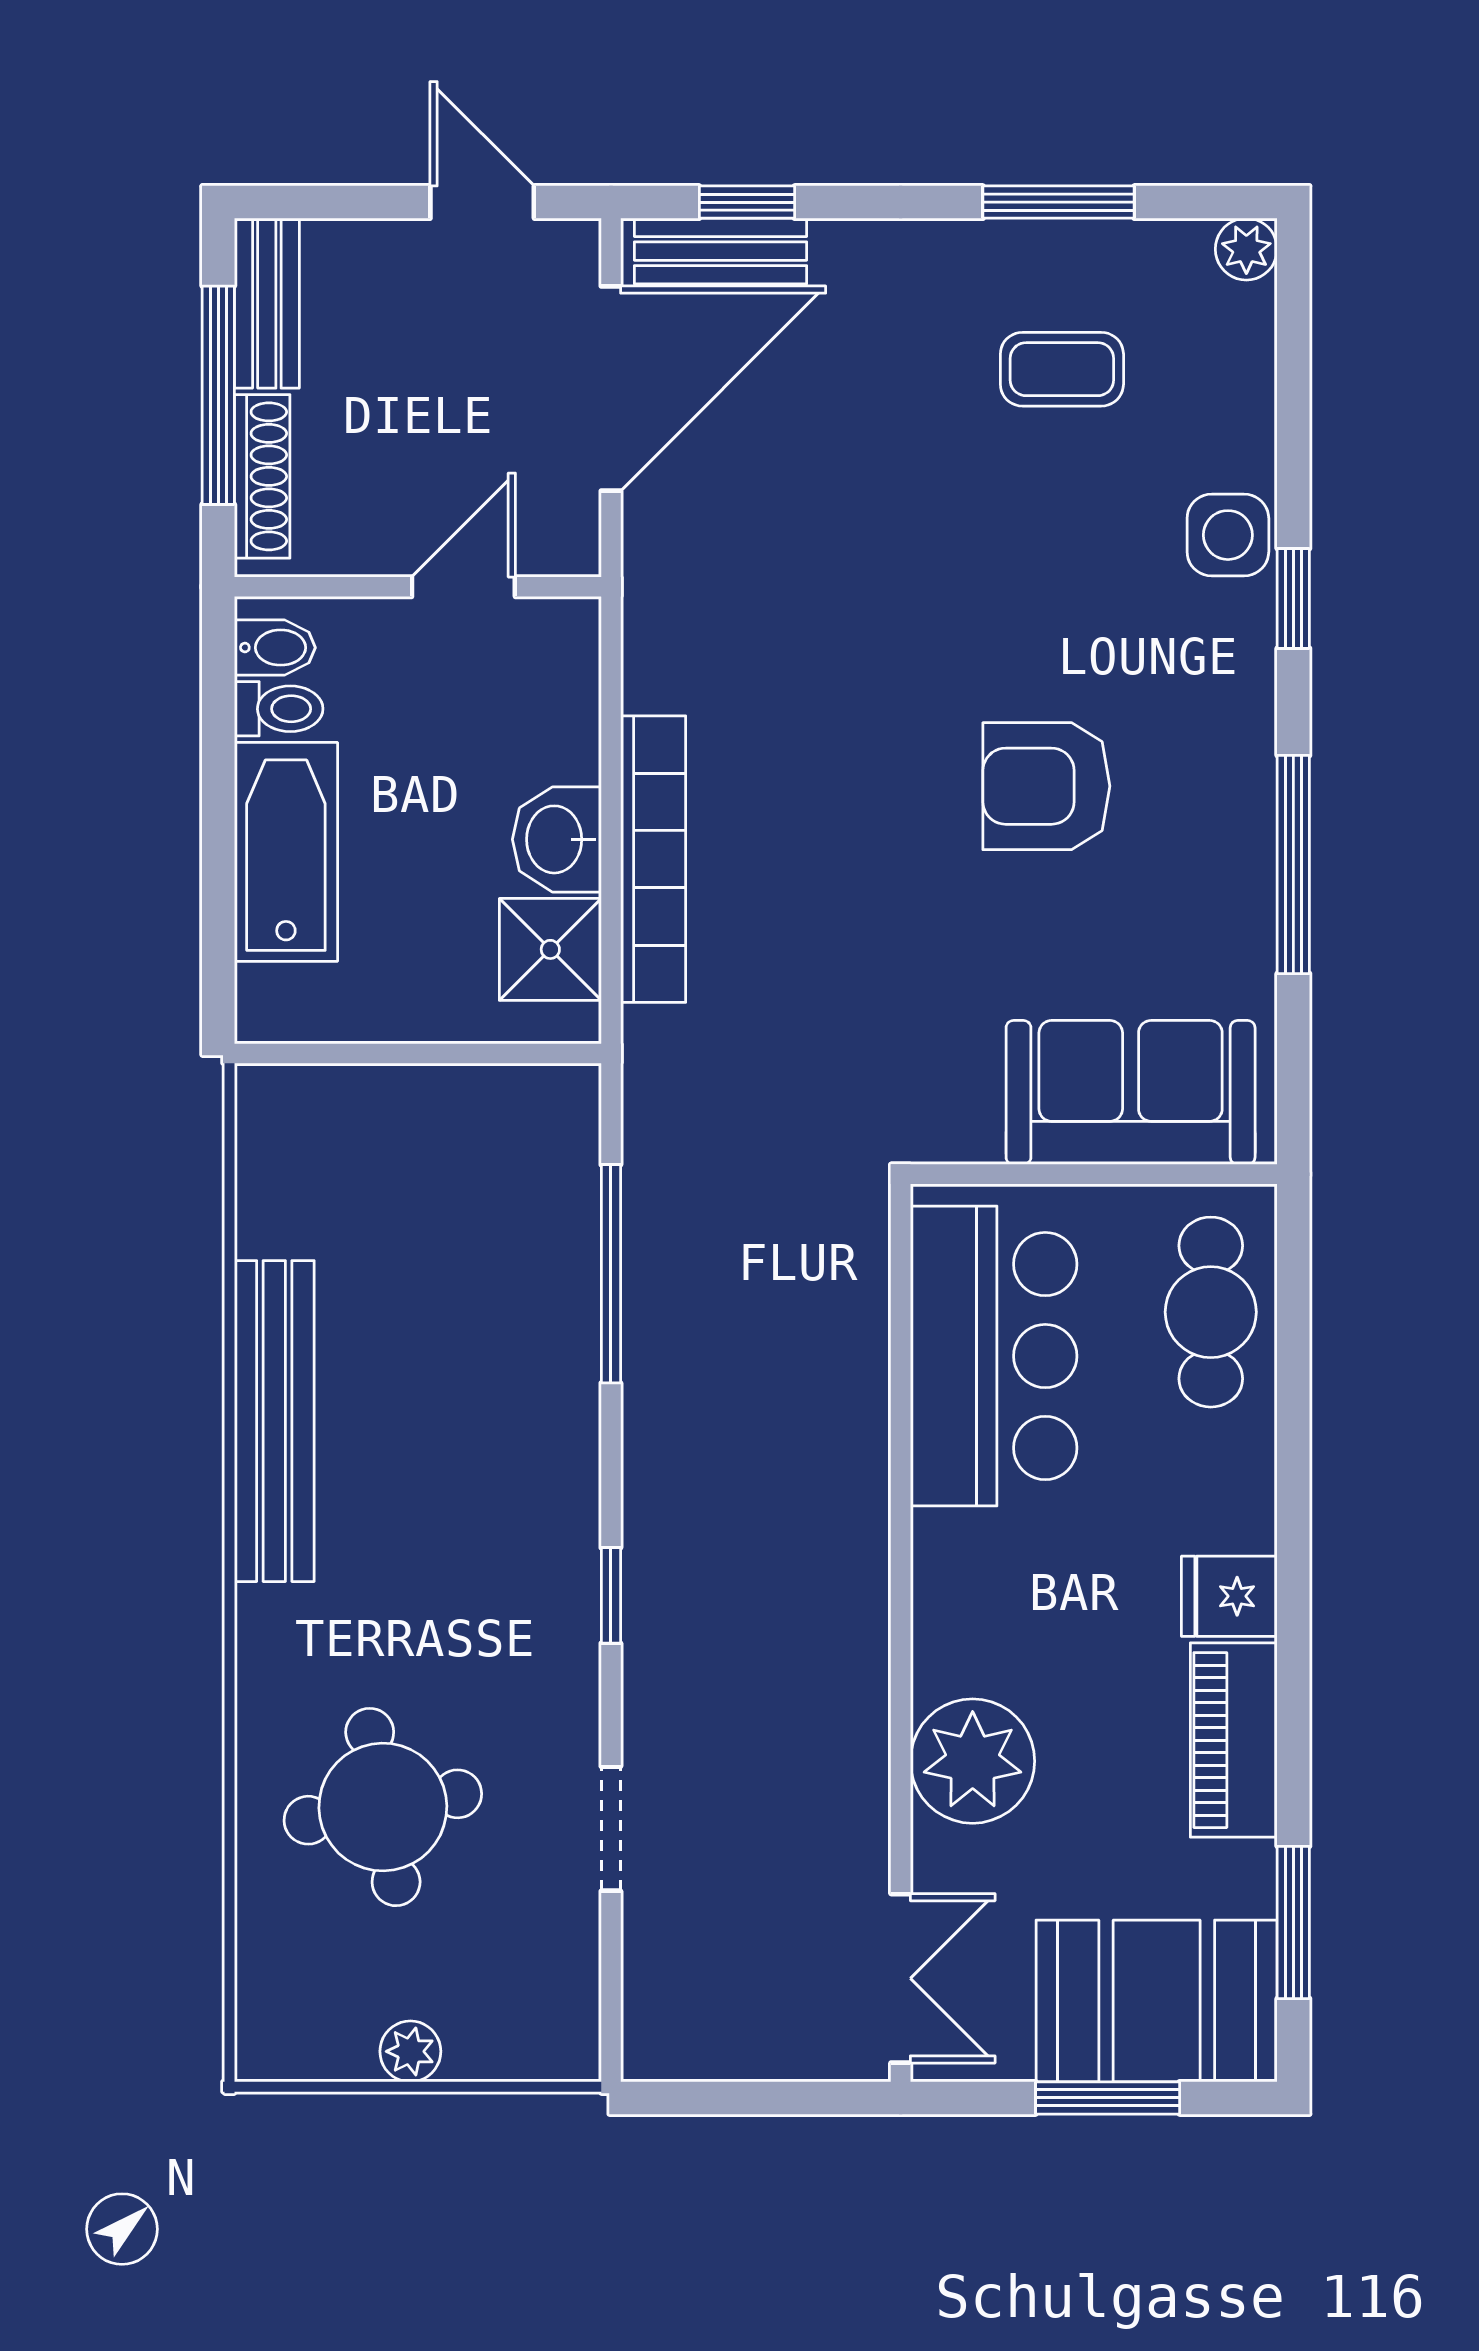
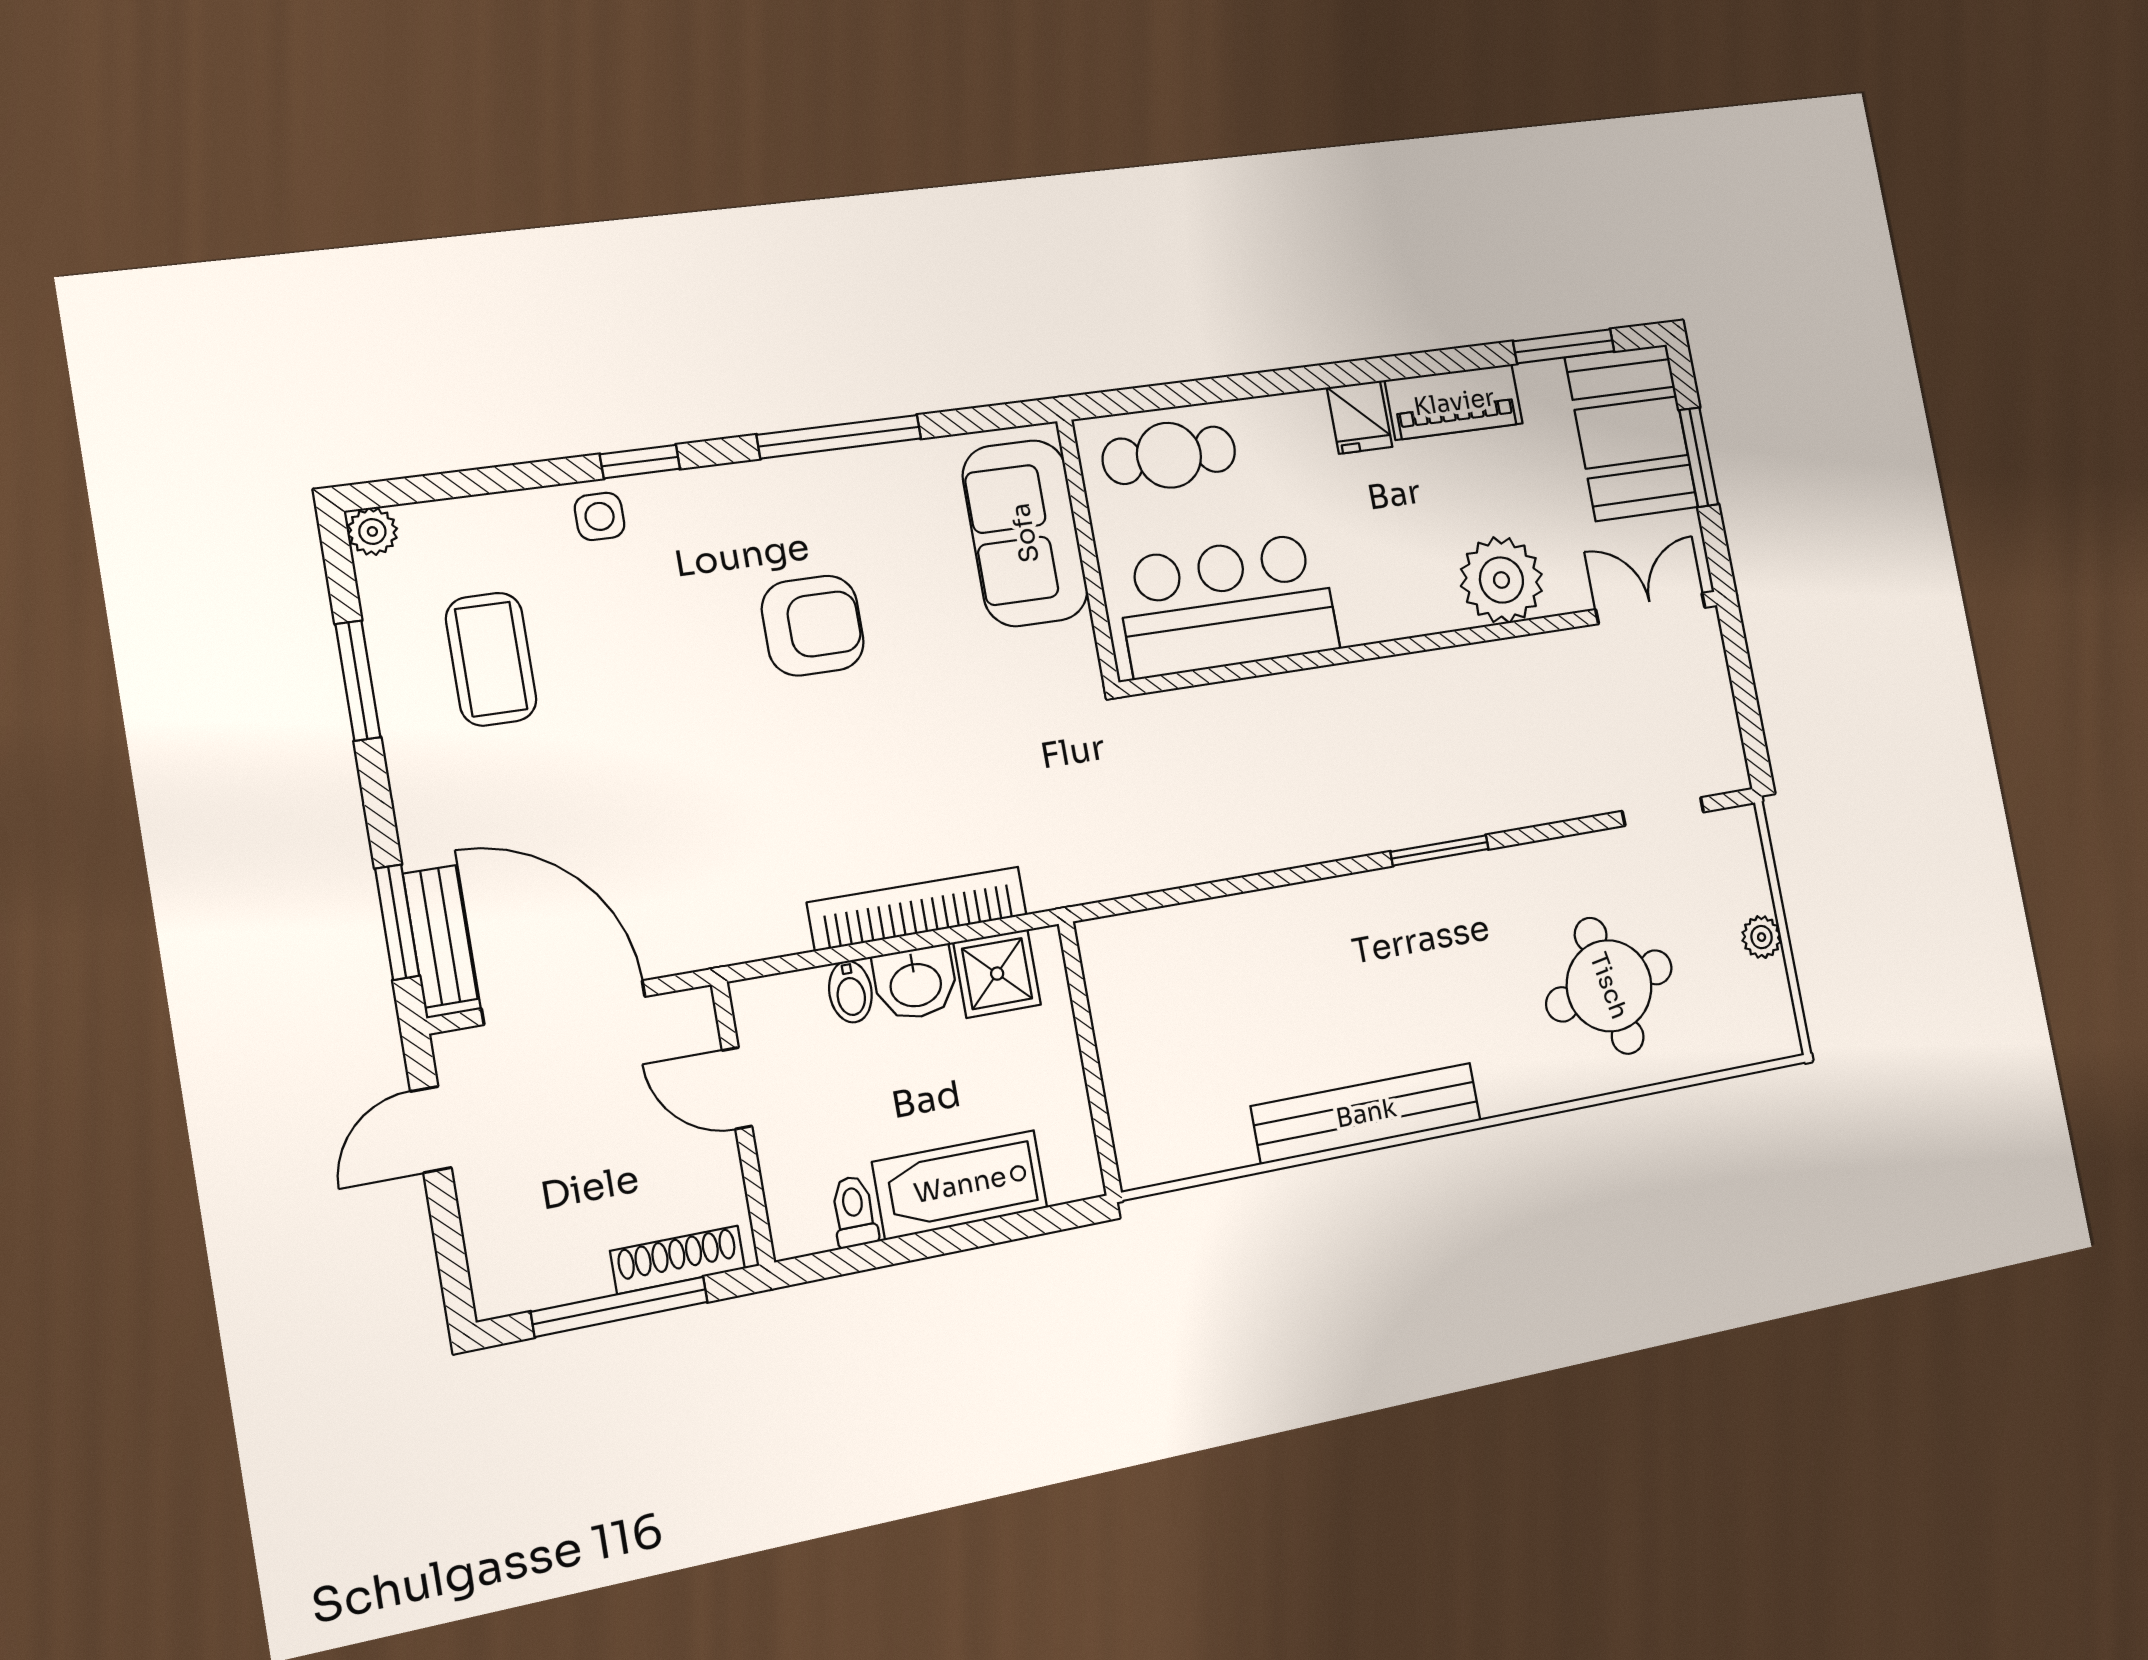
window: (747, 202) -> (397, 922), width x1.50
bench: (267, 303) -> (540, 1283), removed
coffee table: (1062, 369) -> (491, 659), width x1.36, depth x1.30
side table: (1228, 535) -> (600, 516), width x0.73, depth x0.73
bidet: (275, 648) -> (850, 992), moved, turned 180
armchair: (1046, 786) -> (813, 626), turned -90
window: (611, 1274) -> (1220, 888), removed
window: (611, 1595) -> (1440, 850), width x1.50
doorway: (611, 1829) -> (1663, 812), moved

